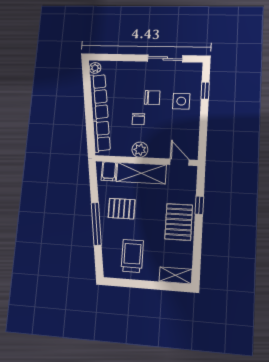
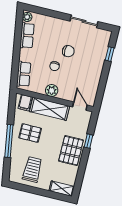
row of seats: (99, 97) -> (27, 35), width x0.68
side table: (181, 101) -> (90, 59), removed

